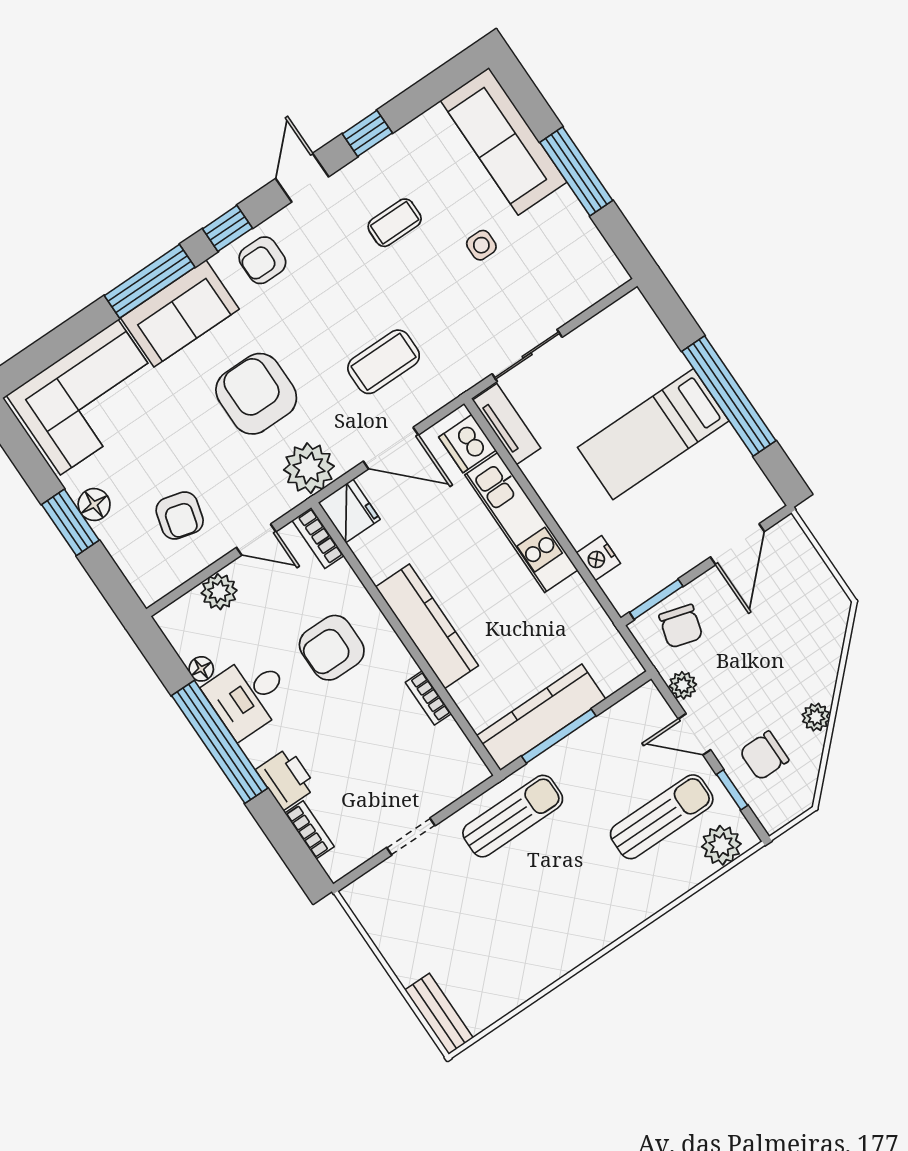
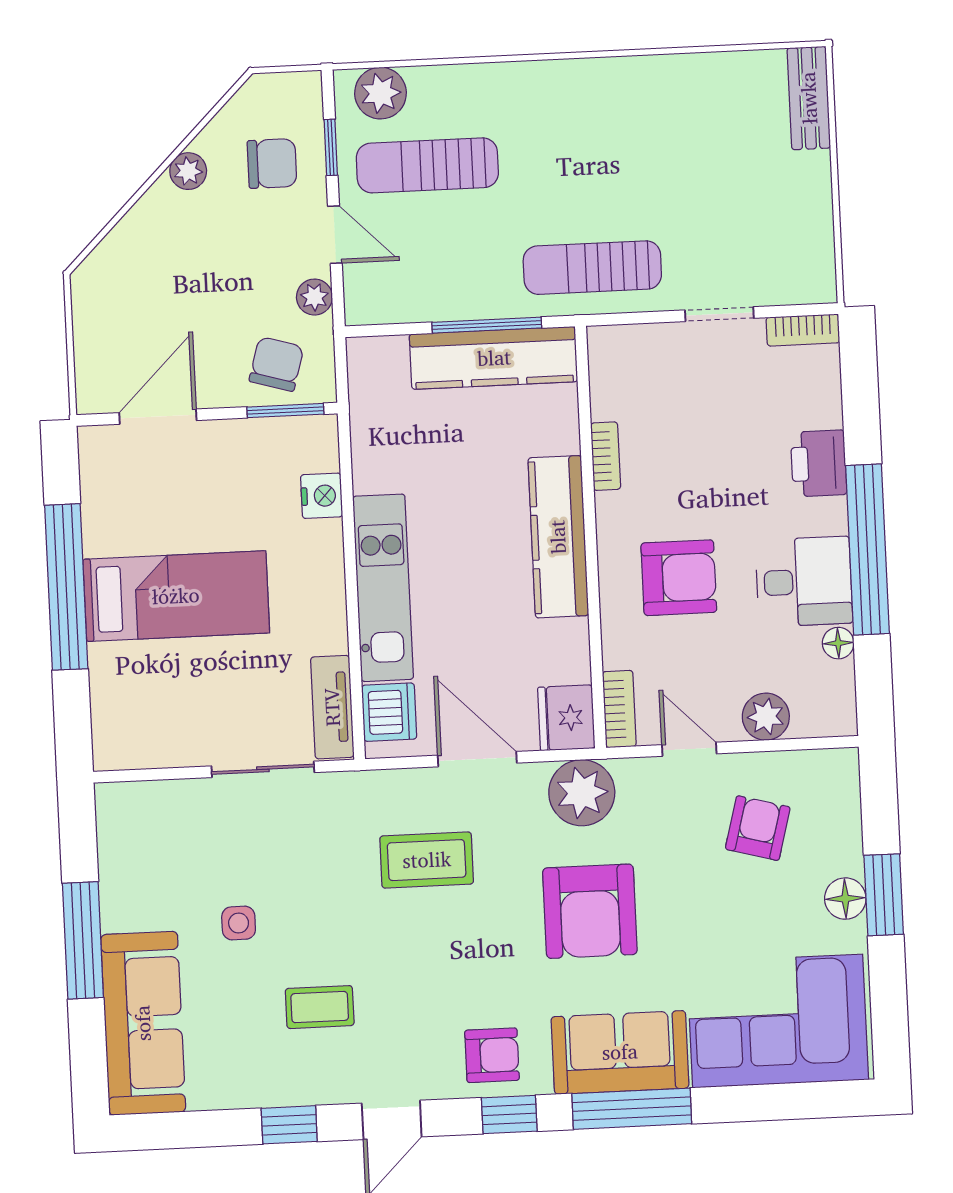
bookcase: (309, 830) -> (803, 330), moved, turned -90

